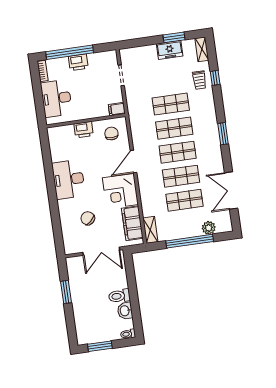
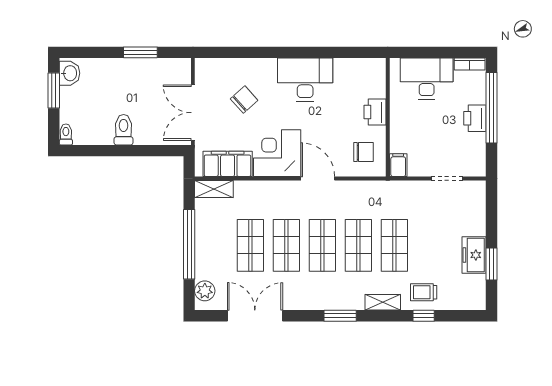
shelving: (202, 49) -> (383, 302), moved
plant: (209, 228) -> (205, 291), moved
washbasin: (125, 311) -> (70, 73), moved, turned 90

